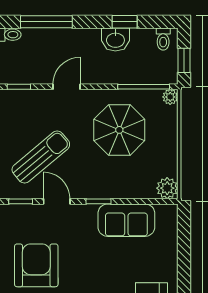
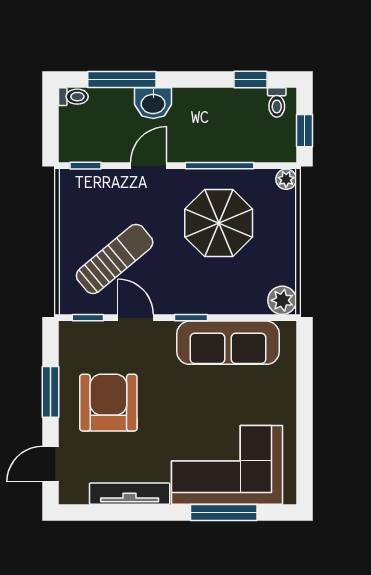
window: (125, 22) -> (251, 79), moved
washbasin: (115, 40) -> (153, 103), moved
window: (144, 87) -> (219, 166), moved
sofa: (126, 220) -> (228, 343), width x1.36

